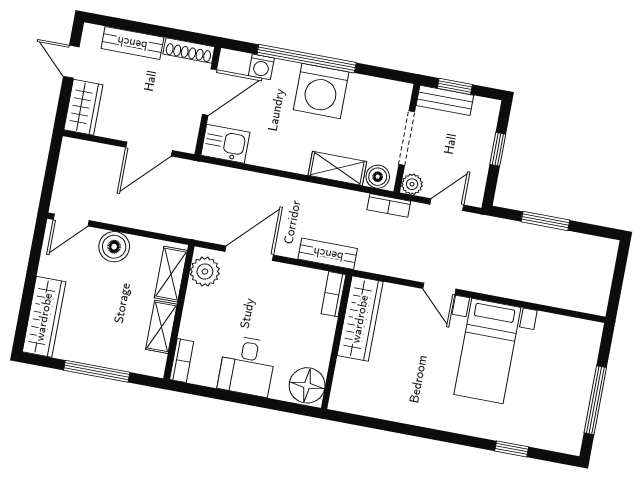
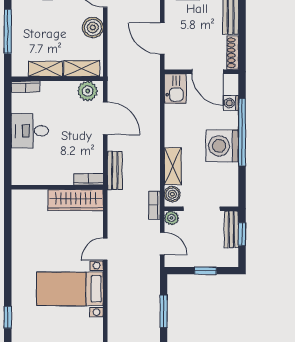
floor lamp: (307, 385) -> (25, 173), removed

